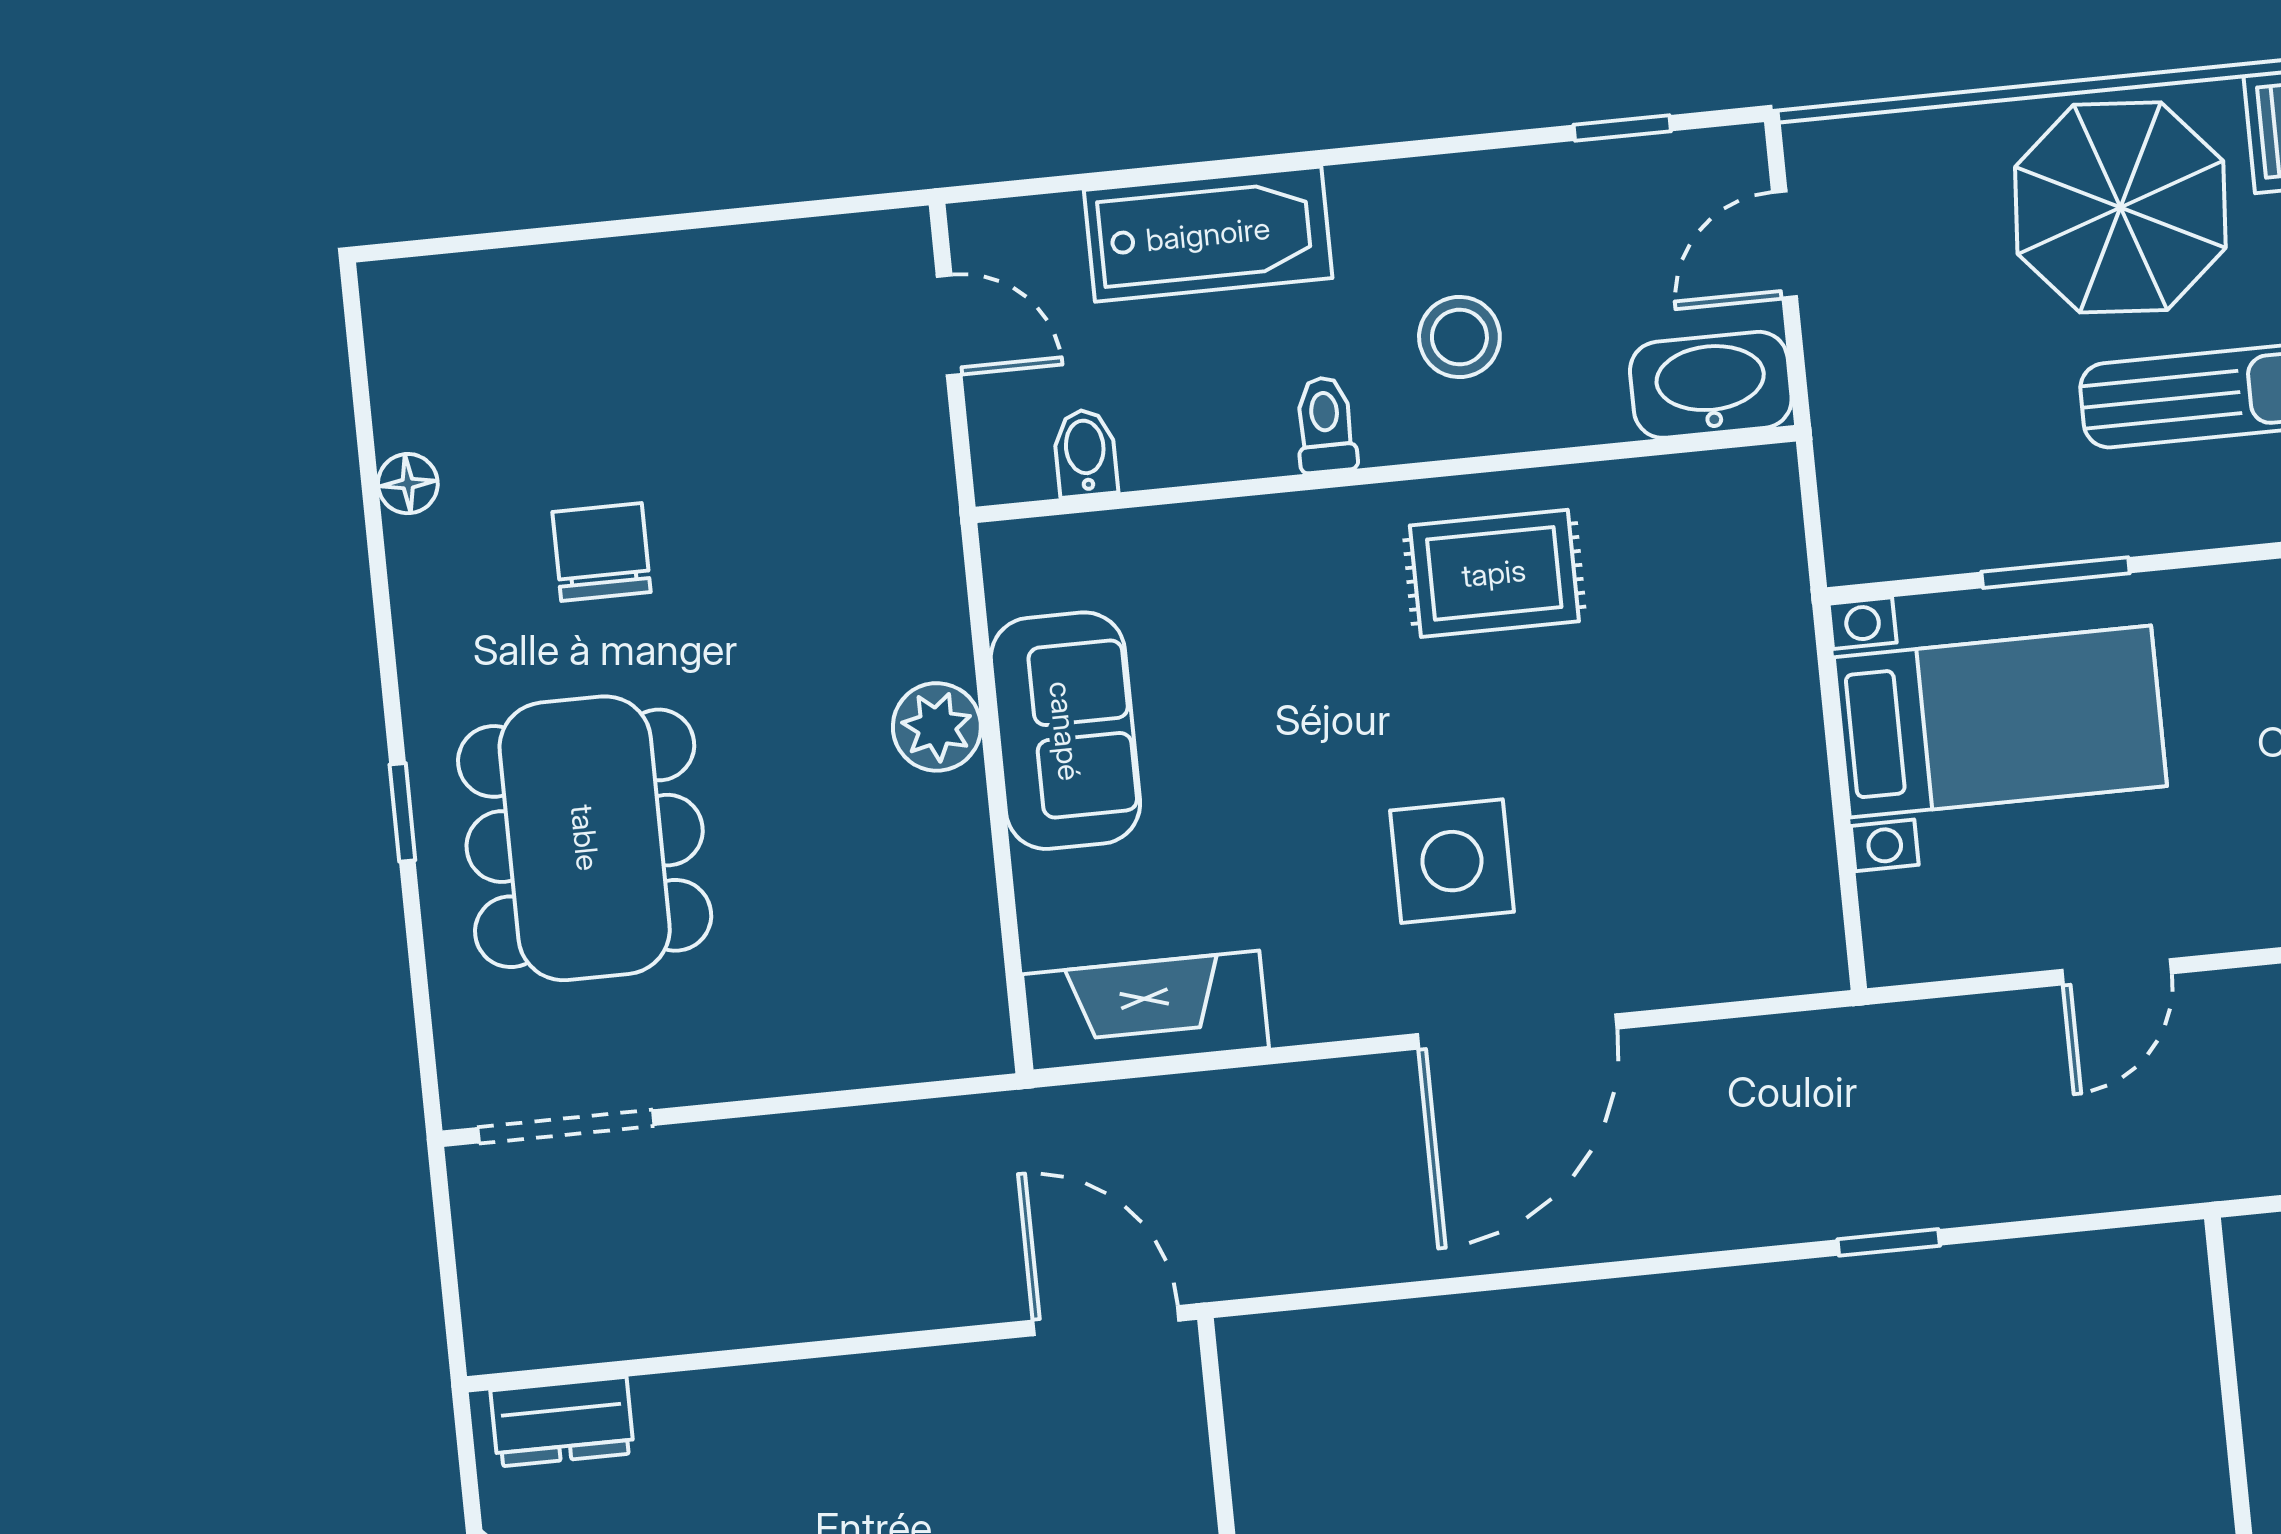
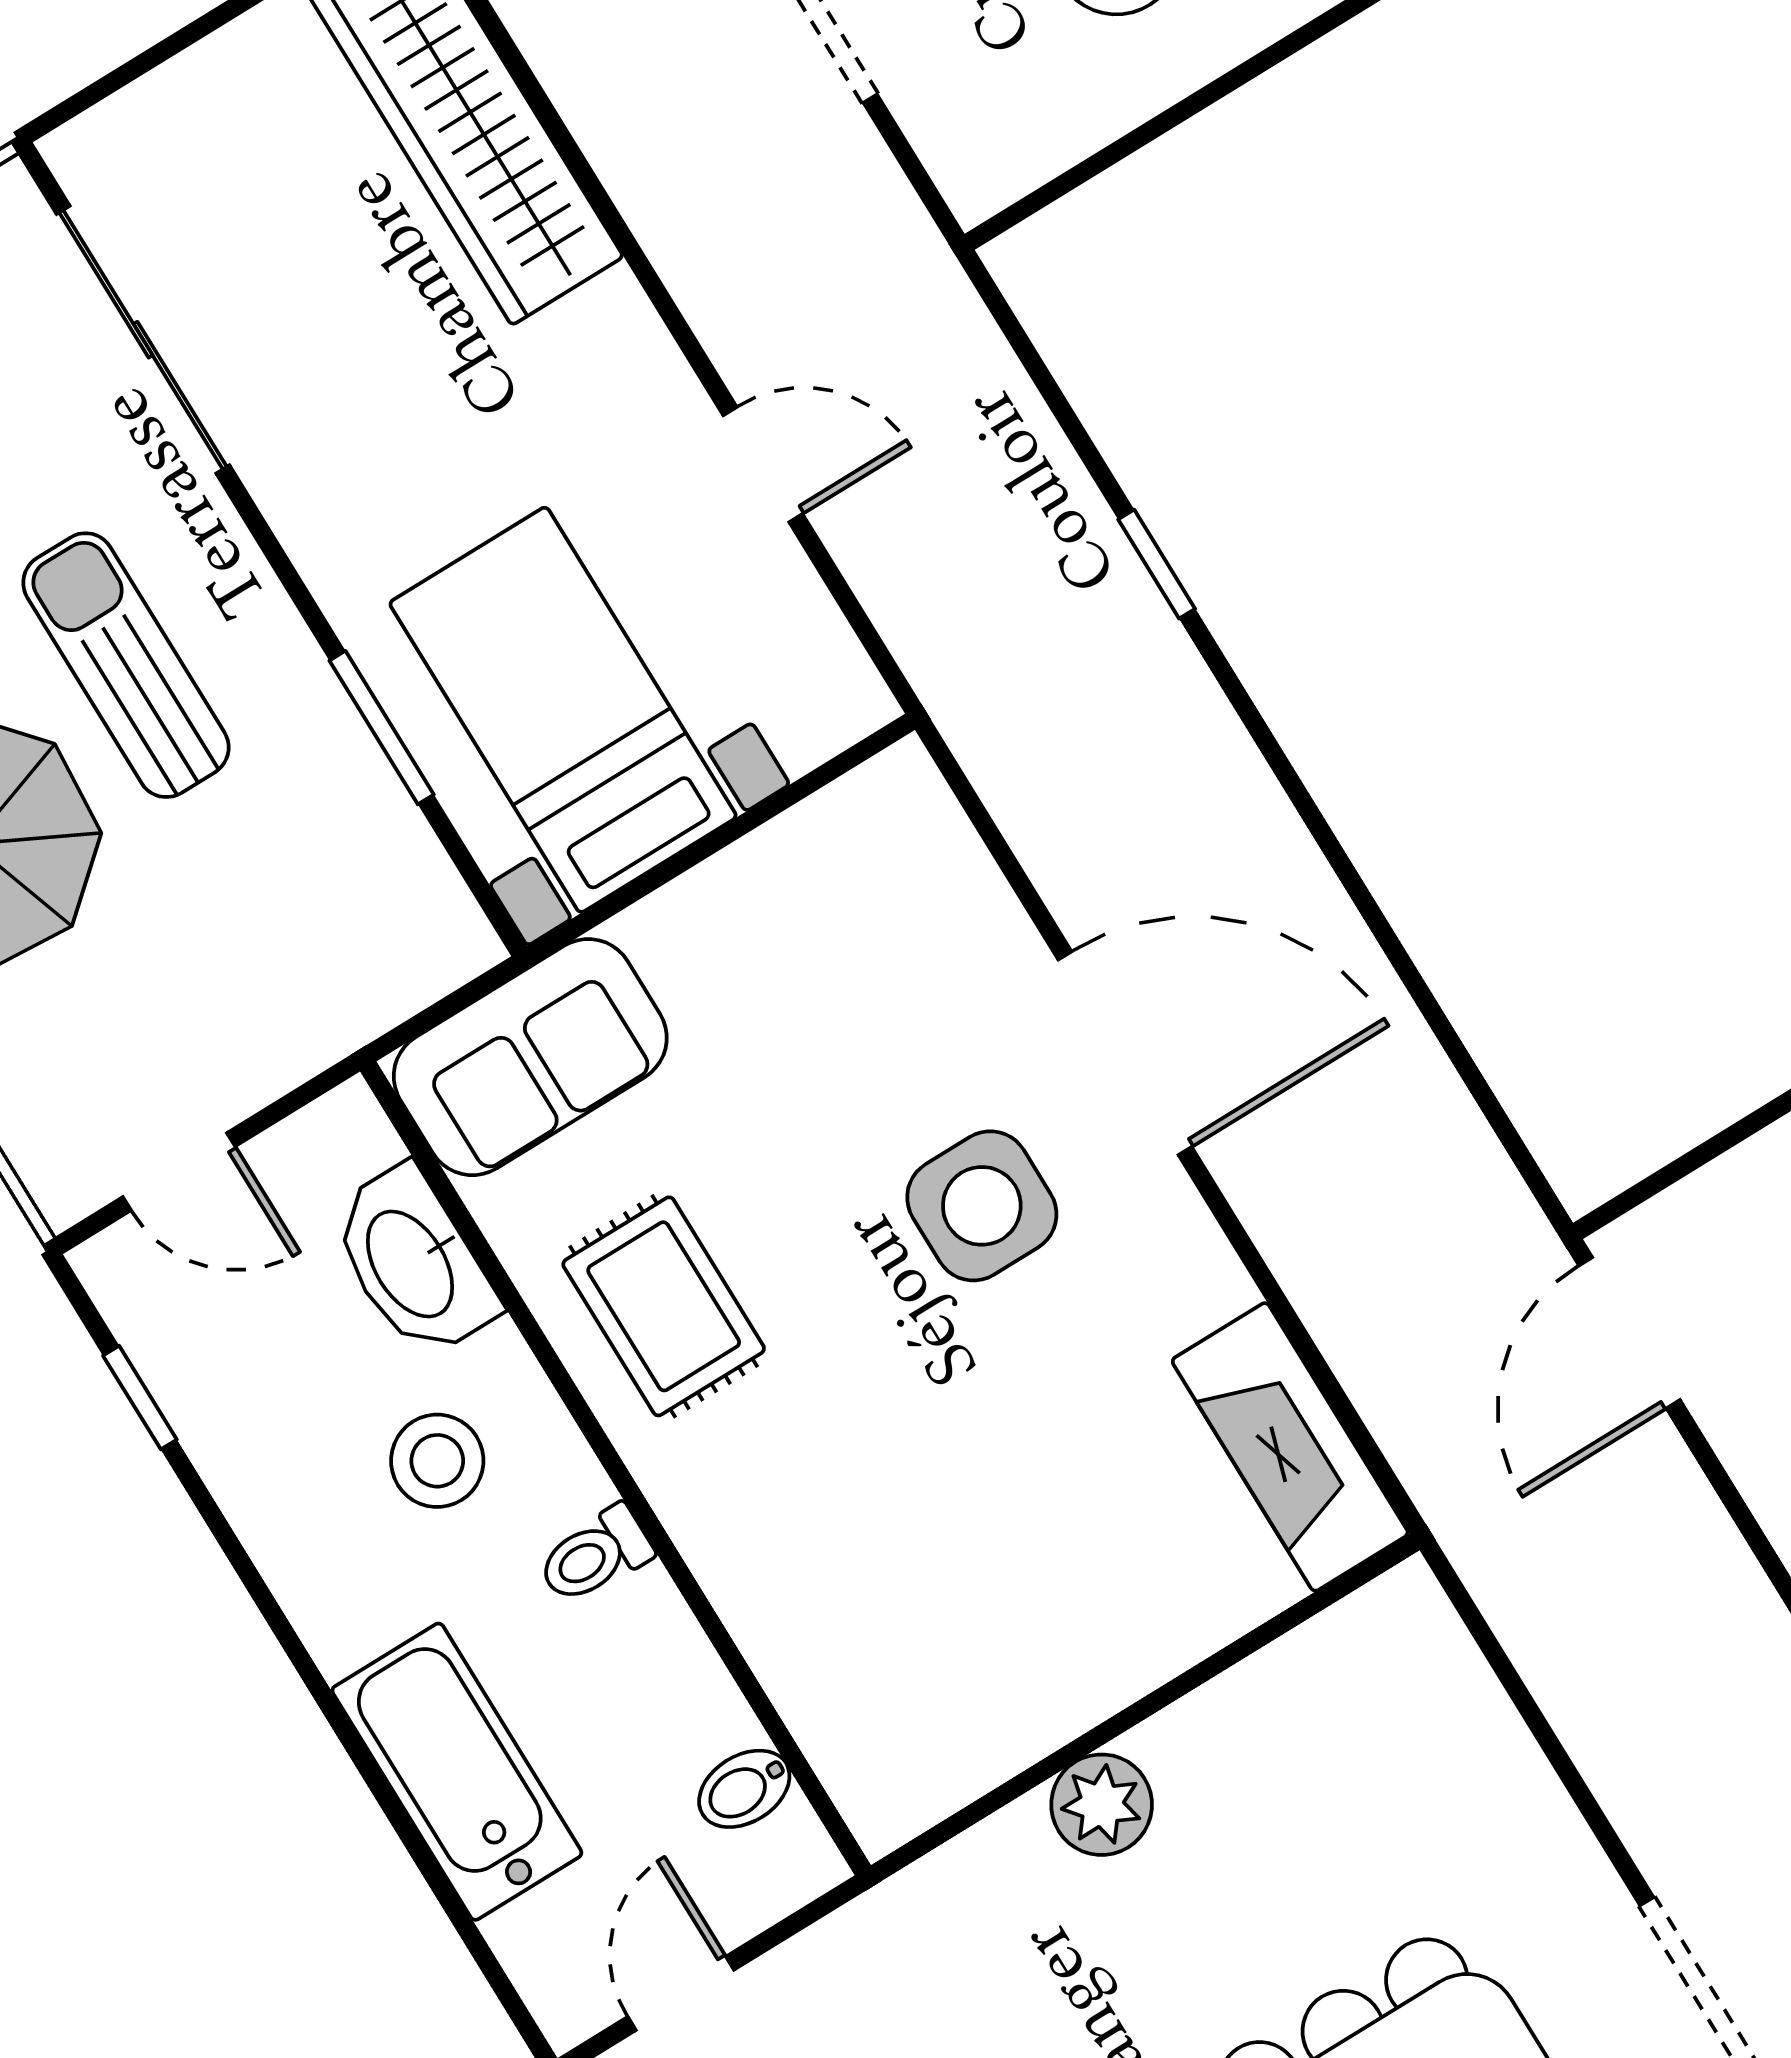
washbasin: (1711, 385) -> (413, 1262), moved
sofa: (1065, 731) -> (530, 1057), moved, turned 180

